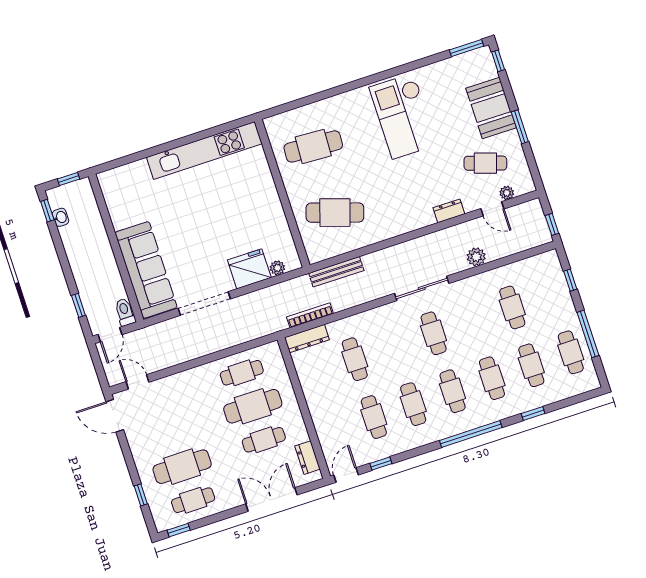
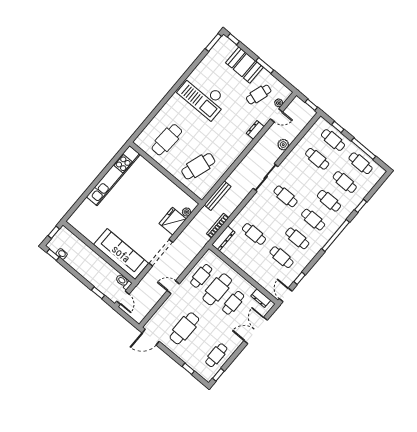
cafe table: (552, 294) -> (333, 140), added
door: (138, 382) -> (173, 287), moved
cafe table: (182, 467) -> (184, 328), moved

